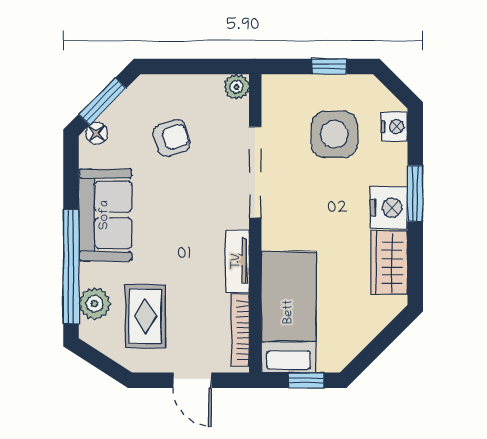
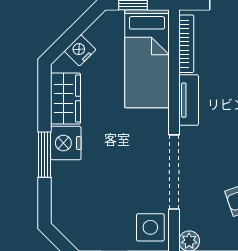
nightstand: (394, 127) -> (80, 50), moved, turned 45
side table: (334, 134) -> (150, 227), moved, width x0.73, depth x0.73

